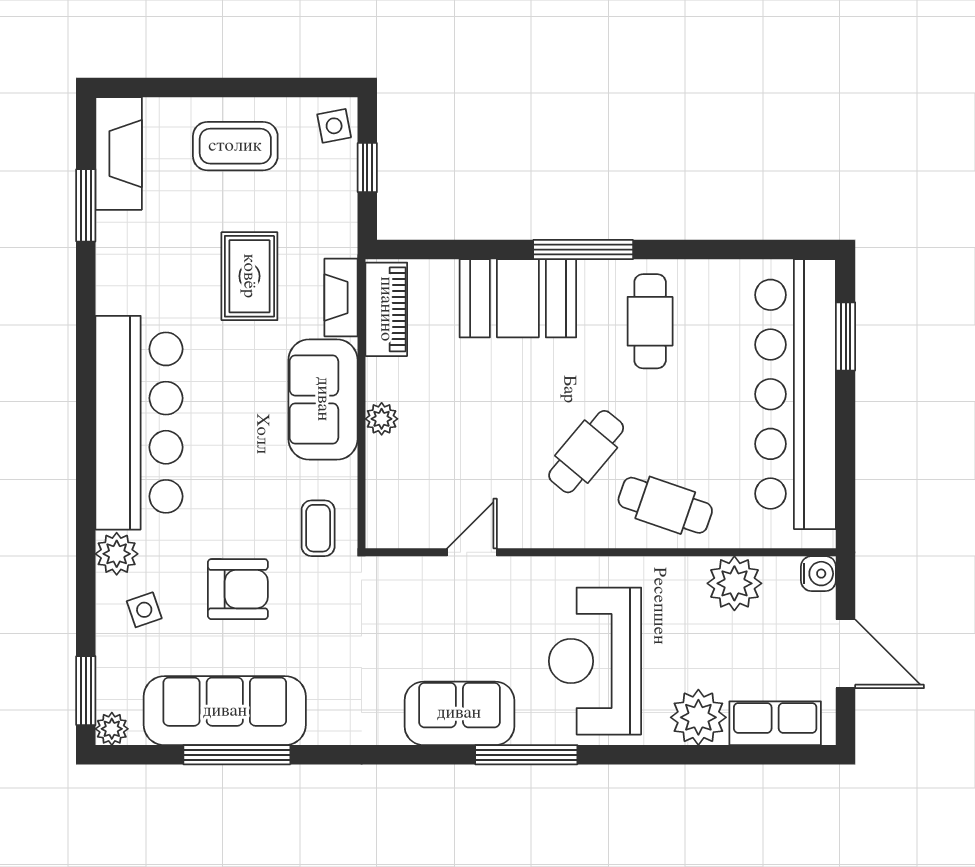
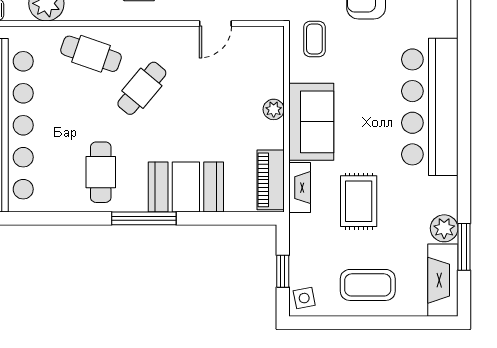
plant: (117, 554) -> (444, 228), moved

